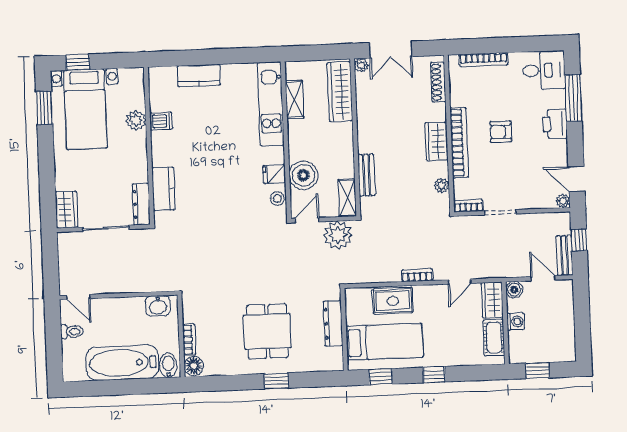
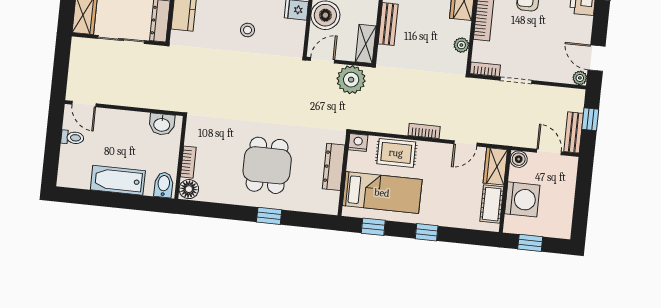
stool: (277, 199) -> (248, 30), moved
nightstand: (354, 296) -> (358, 142), added
washing machine: (516, 321) -> (522, 199), width x1.89, depth x1.89
bathtub: (122, 363) -> (118, 180), width x0.73, depth x0.73

